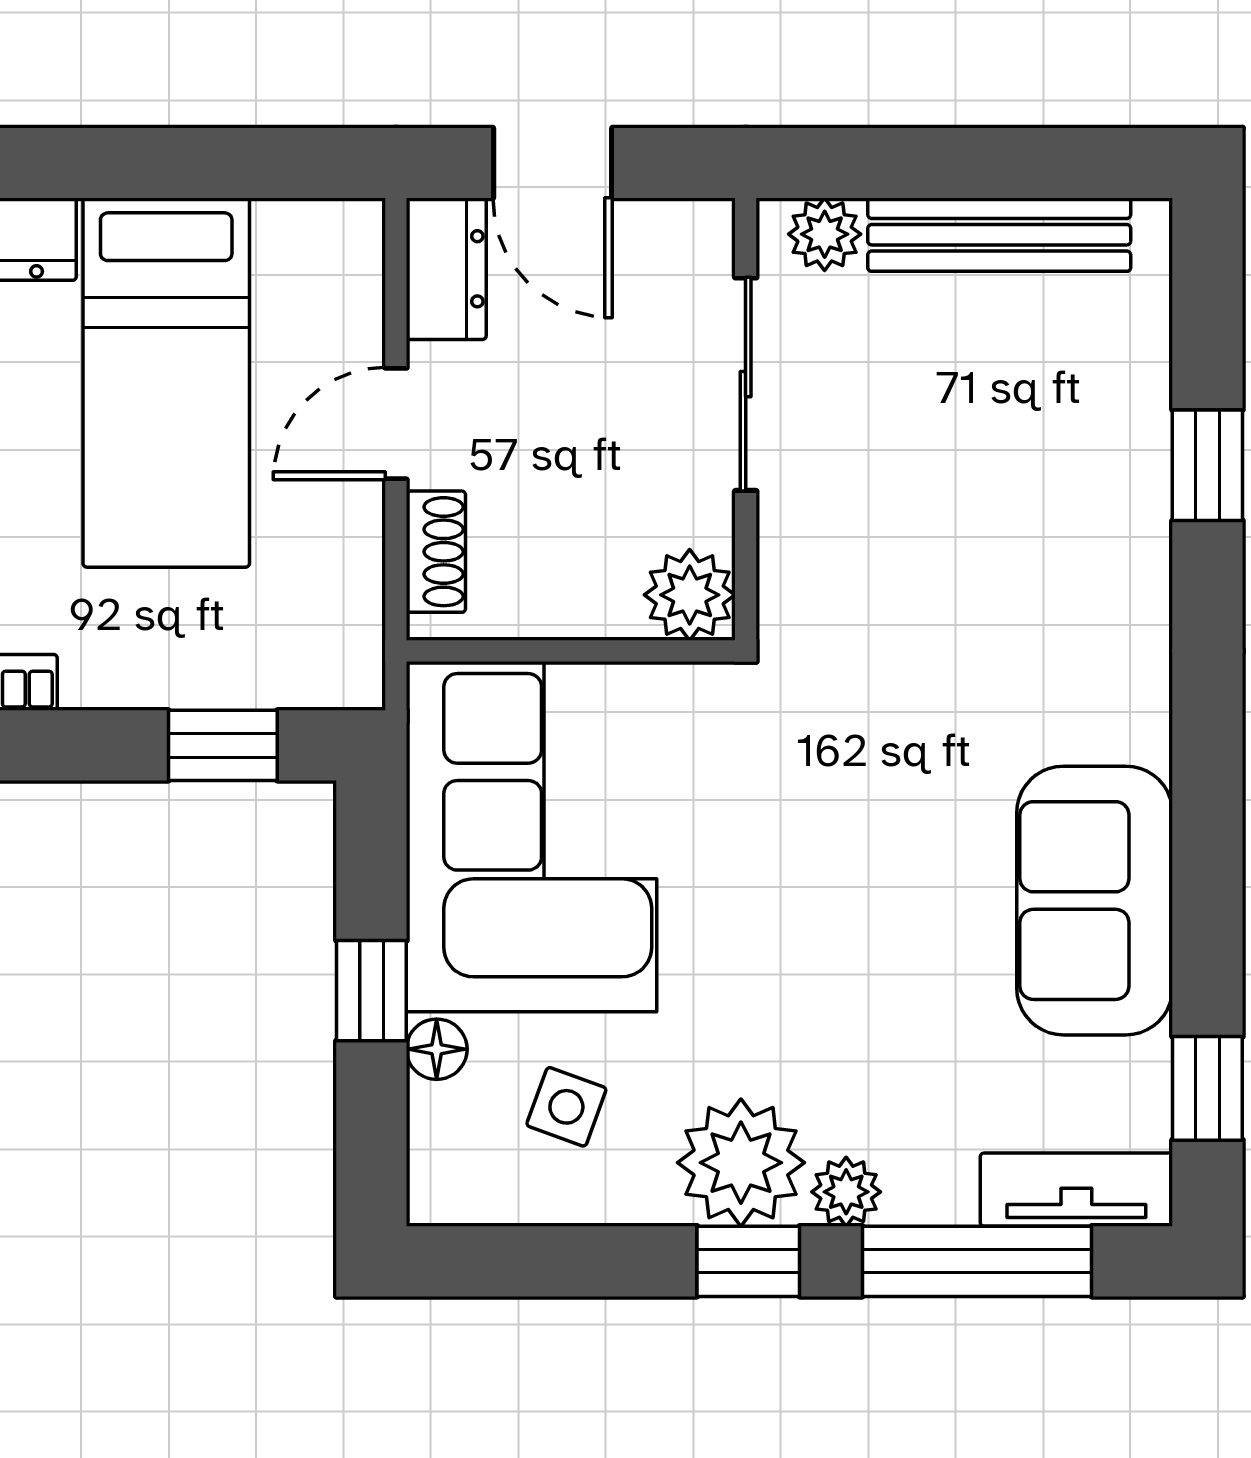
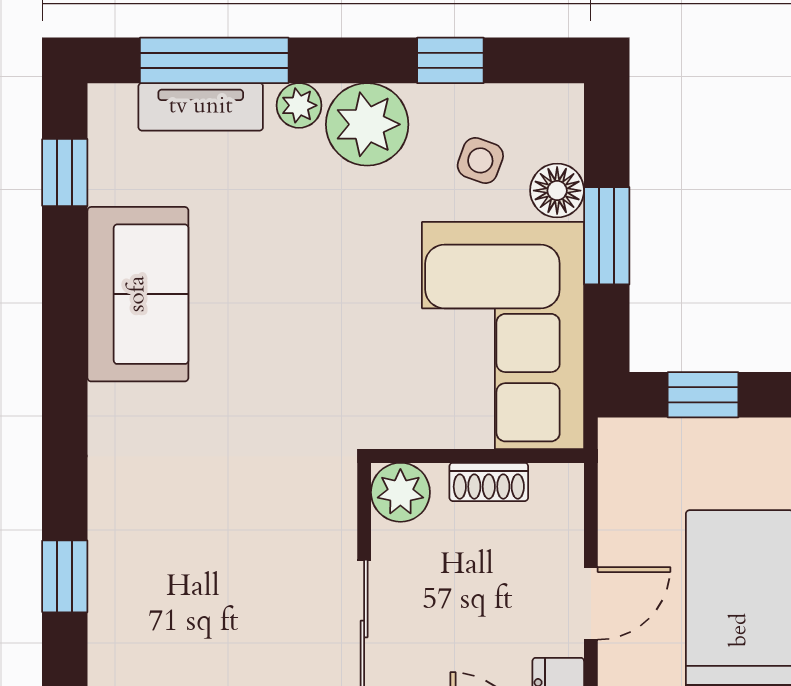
shoe rack: (436, 552) -> (489, 482), moved, turned -90
window: (371, 991) -> (607, 236), width x1.50
floor lamp: (437, 1049) -> (557, 191), width x1.37, depth x1.37
tv unit: (1076, 1190) -> (201, 107), moved
window: (748, 1261) -> (450, 60), moved

